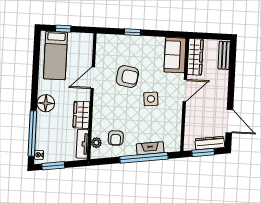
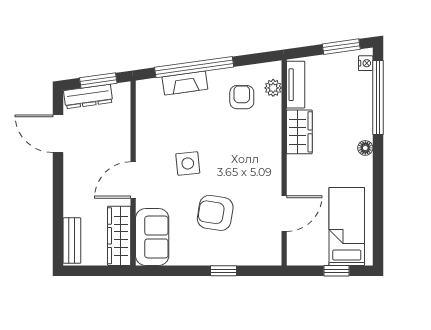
armchair: (127, 76) -> (215, 213), moved
door: (93, 78) -> (284, 214), moved
floor lamp: (46, 103) -> (365, 148), width x0.53, depth x0.53

